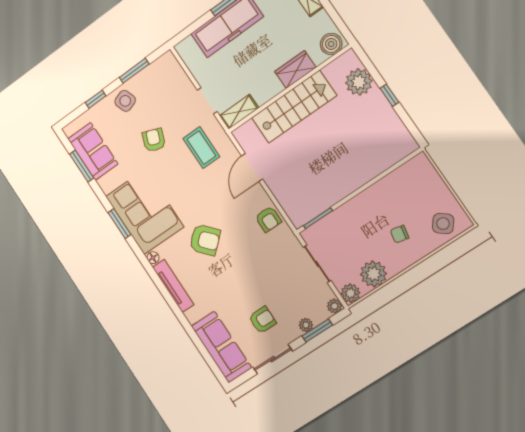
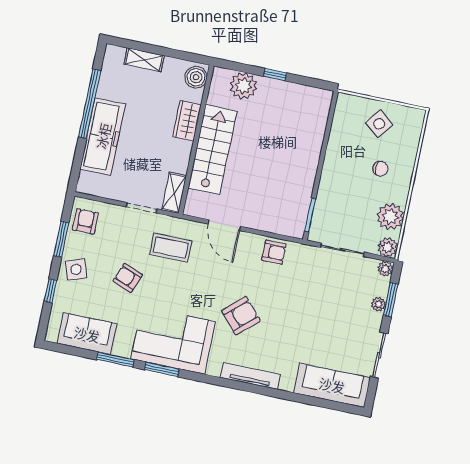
window: (82, 166) -> (115, 360), moved
side table: (443, 224) -> (379, 124), moved
chair: (400, 234) -> (380, 169), turned -102
floor lamp: (153, 258) -> (214, 370), removed
armchair: (262, 320) -> (85, 221), moved

